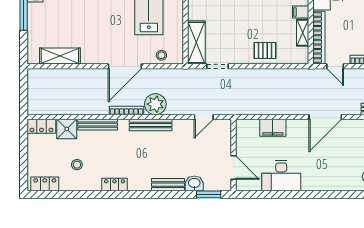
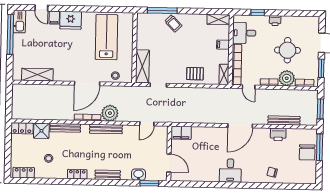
shelving: (303, 33) -> (224, 74), moved
filing cabinet: (273, 128) -> (181, 133), moved
desk: (281, 176) -> (230, 171), moved, width x0.73
bench: (168, 185) -> (108, 175), moved

